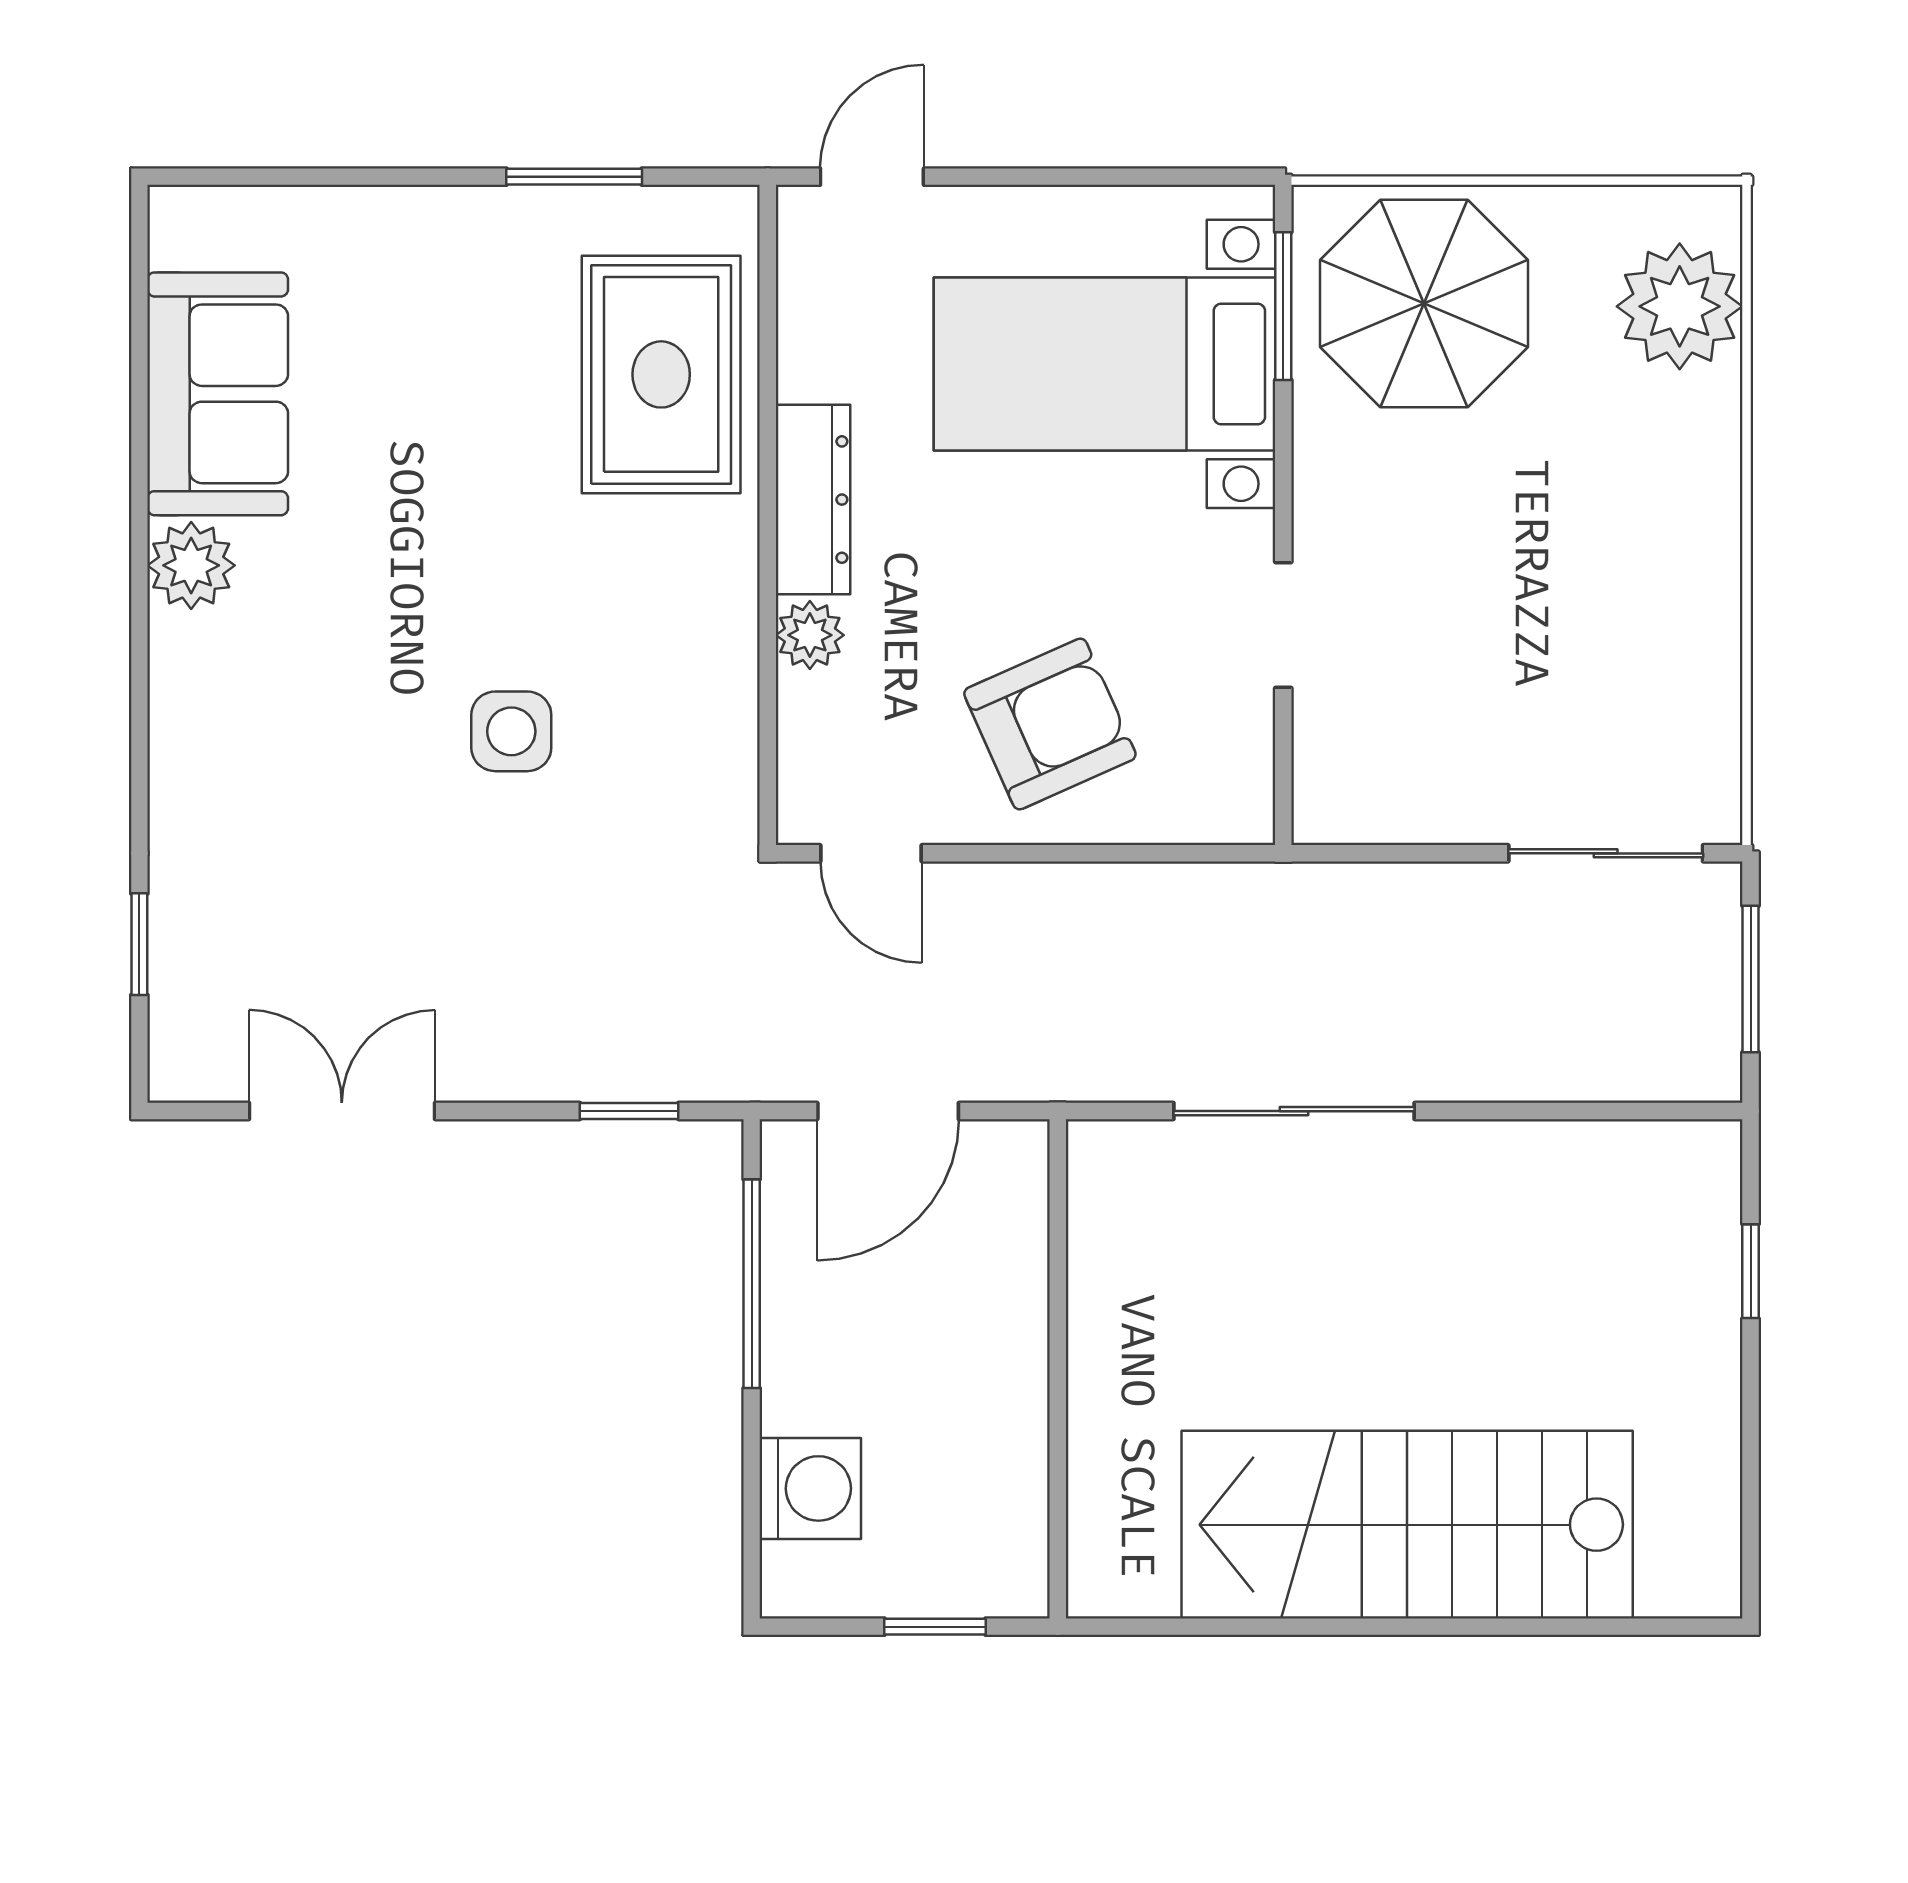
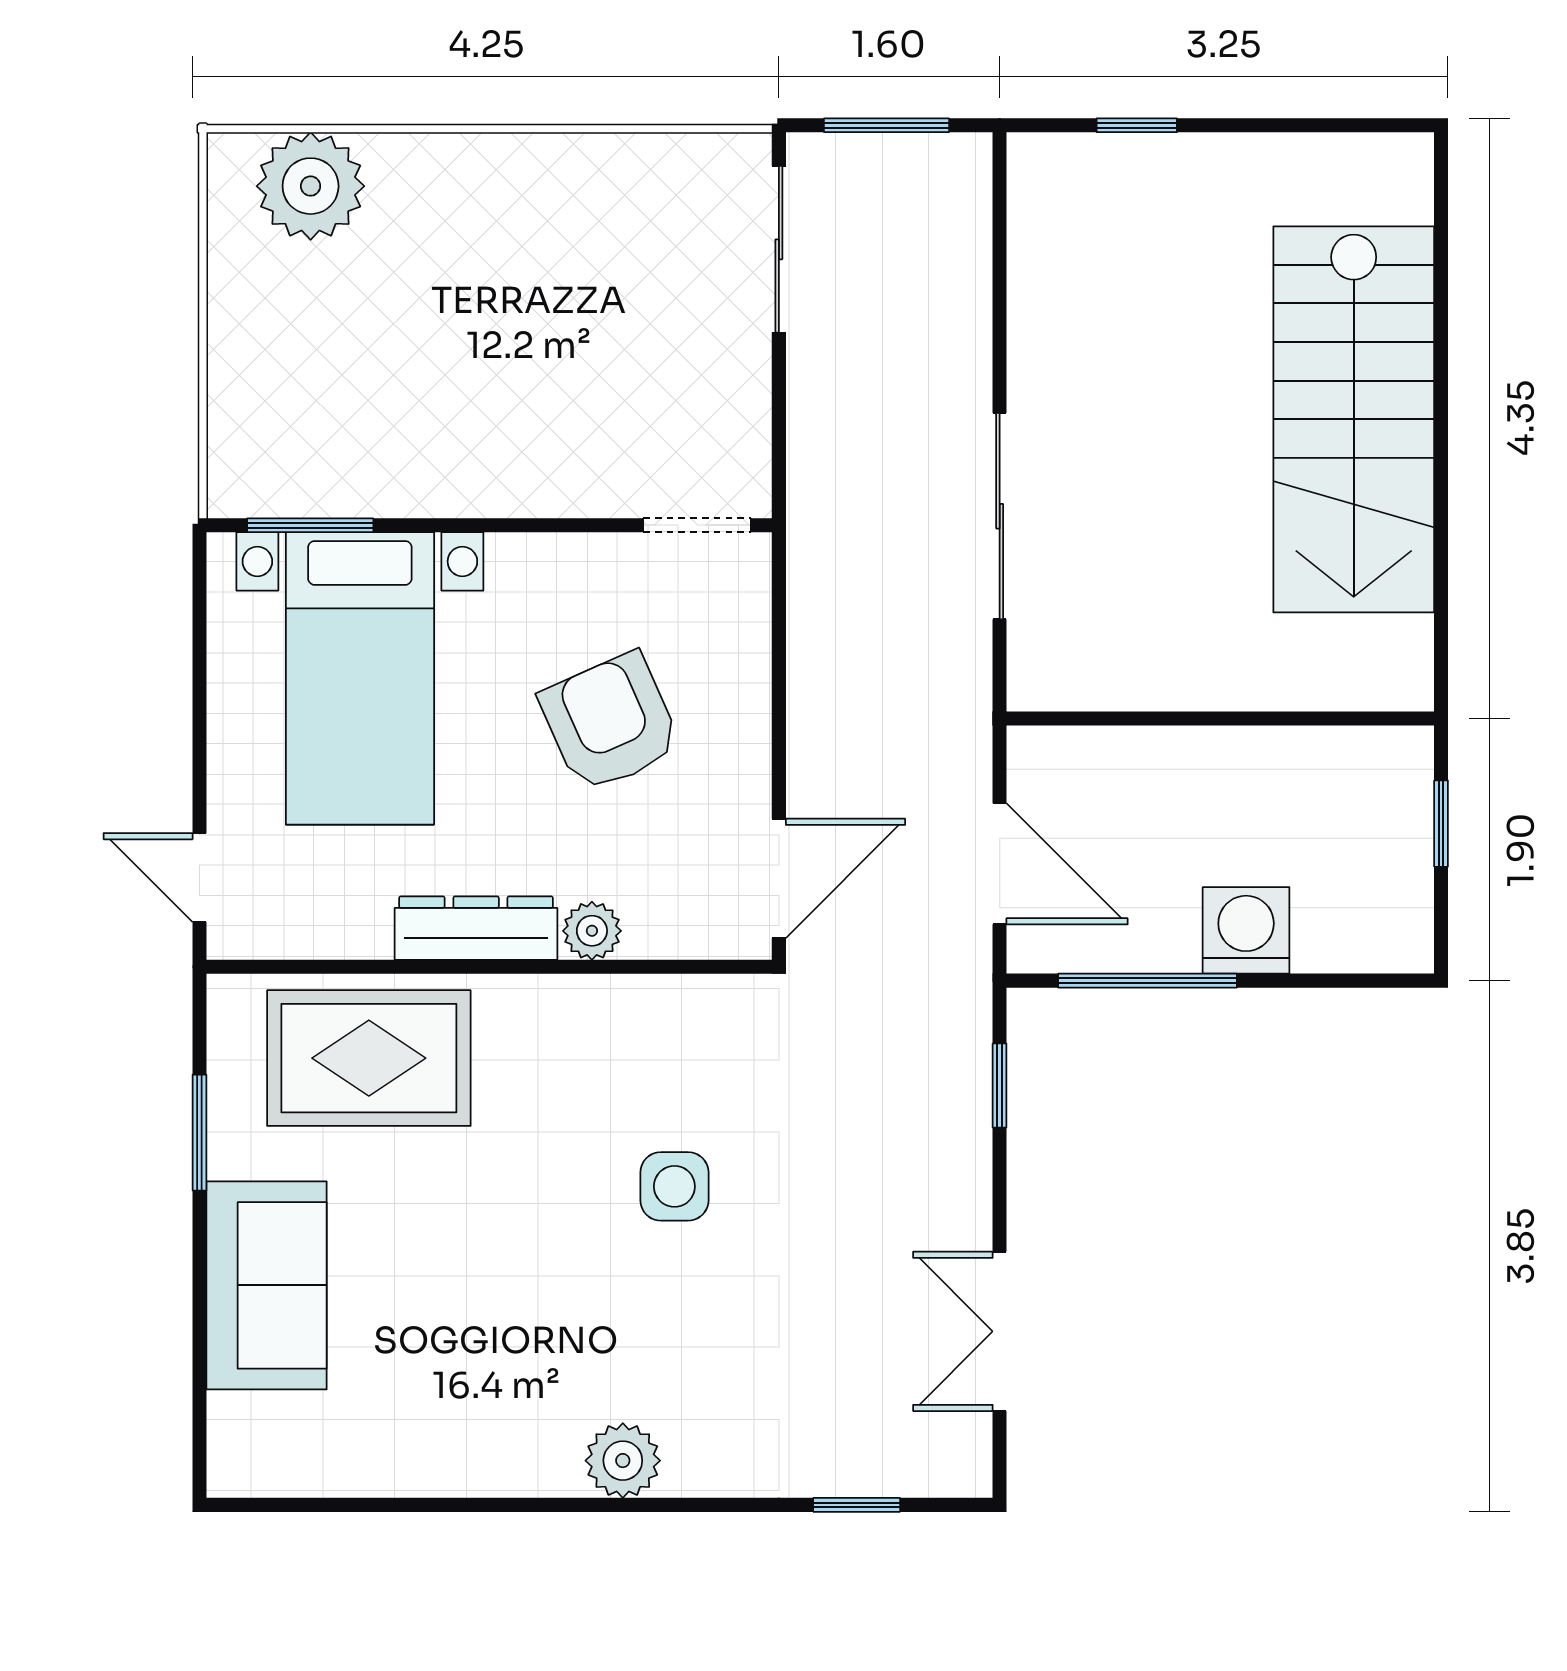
parasol: (1424, 303) -> (308, 405), removed
sofa: (218, 394) -> (266, 1285), moved, turned 90
plant: (191, 565) -> (623, 1461), moved
doorway: (1283, 625) -> (697, 525), moved
armchair: (1050, 724) -> (610, 722), moved
door: (871, 853) -> (779, 878), width x1.38
washing machine: (810, 1488) -> (1246, 930), moved

